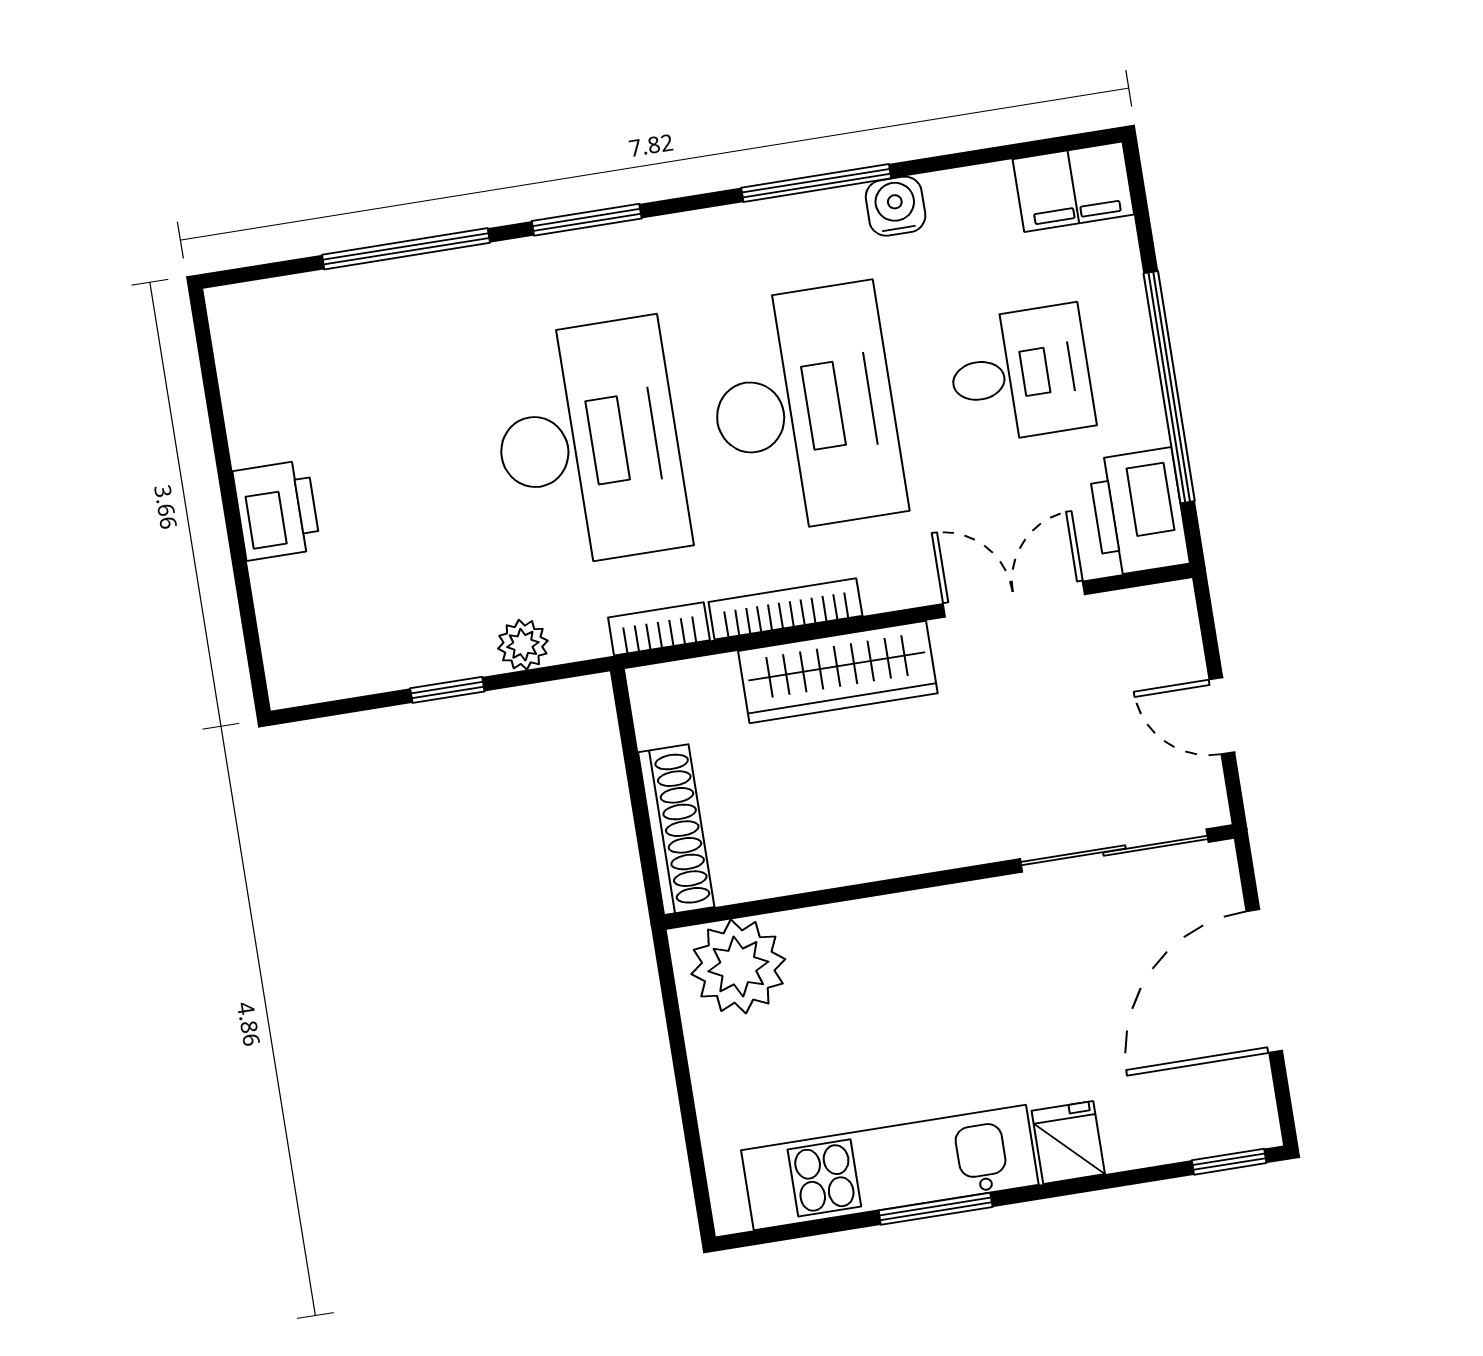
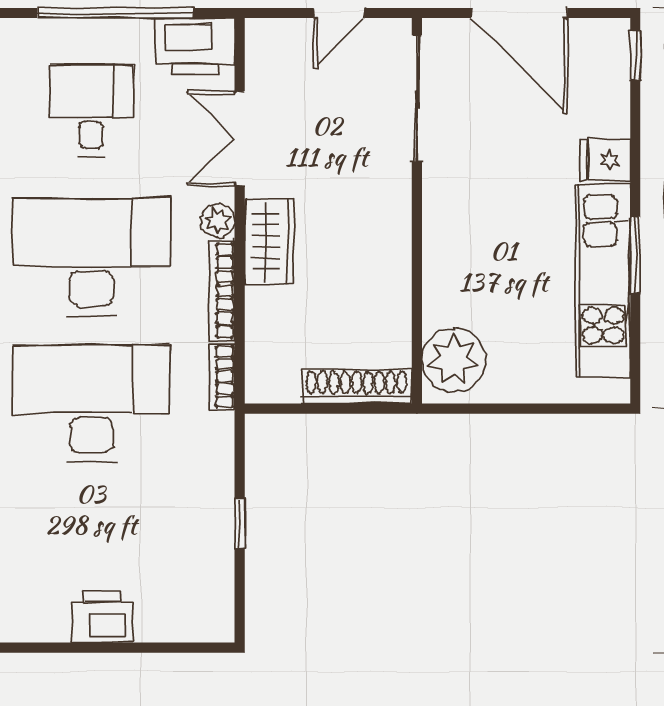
plant: (523, 645) -> (218, 220), moved
wardrobe: (838, 672) -> (269, 241), width x0.67

